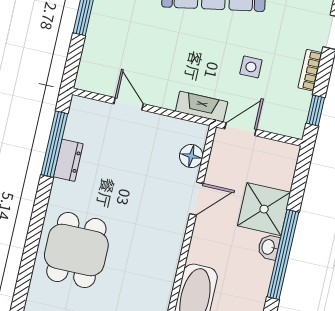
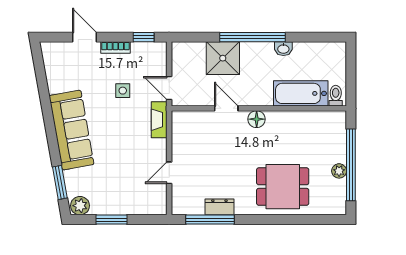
floor lamp: (191, 156) -> (257, 119), moved
washbasin: (269, 247) -> (283, 49), moved

